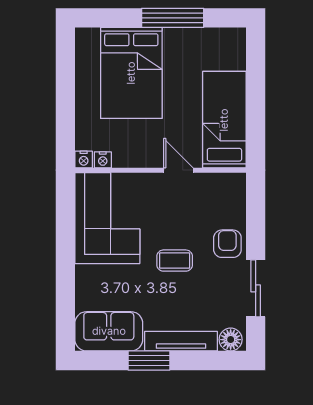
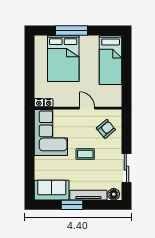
window: (173, 18) -> (71, 31), moved
bed: (224, 120) -> (111, 60), moved, turned 180
armchair: (227, 244) -> (106, 129), moved, turned 50

